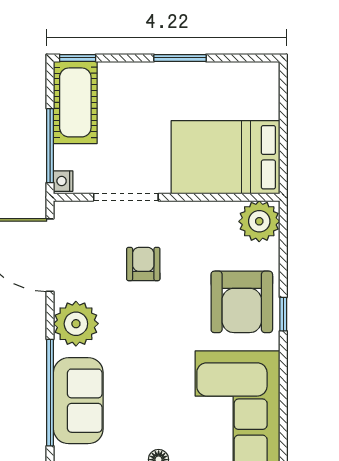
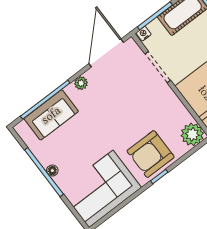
armchair: (143, 264) -> (134, 97), removed
plant: (76, 324) -> (81, 83), width x0.53, depth x0.53

